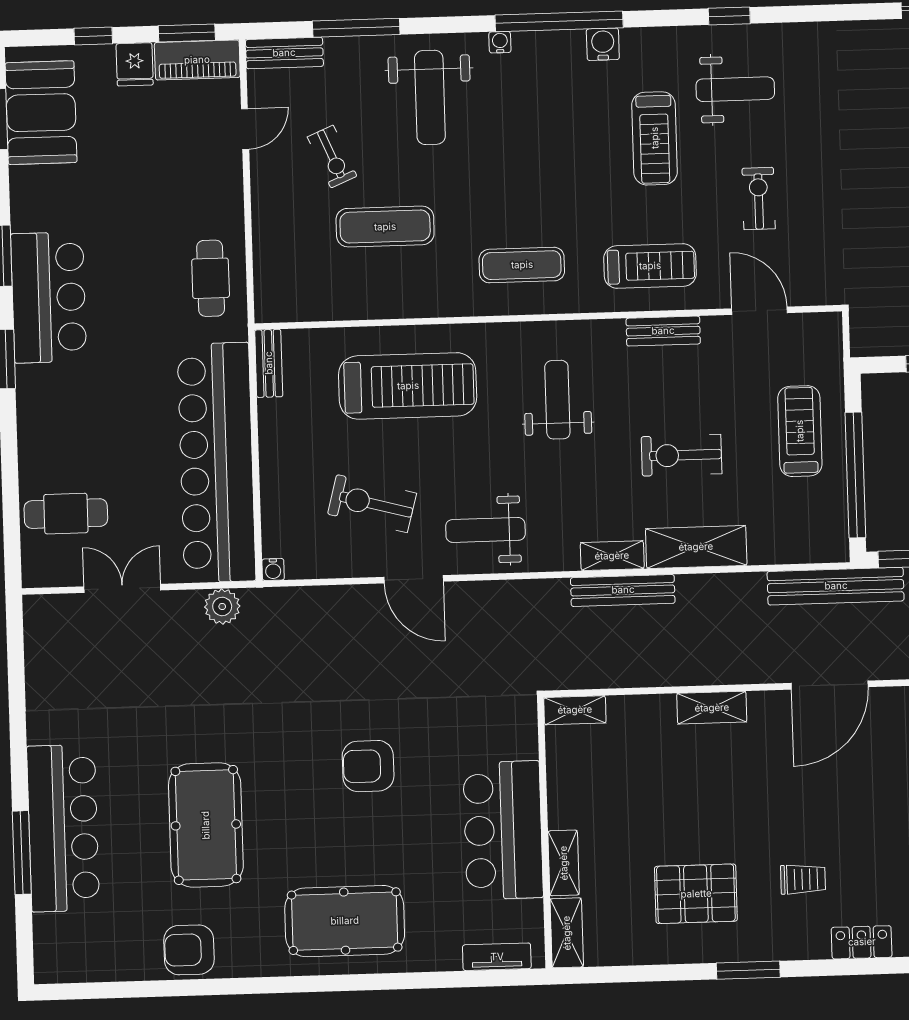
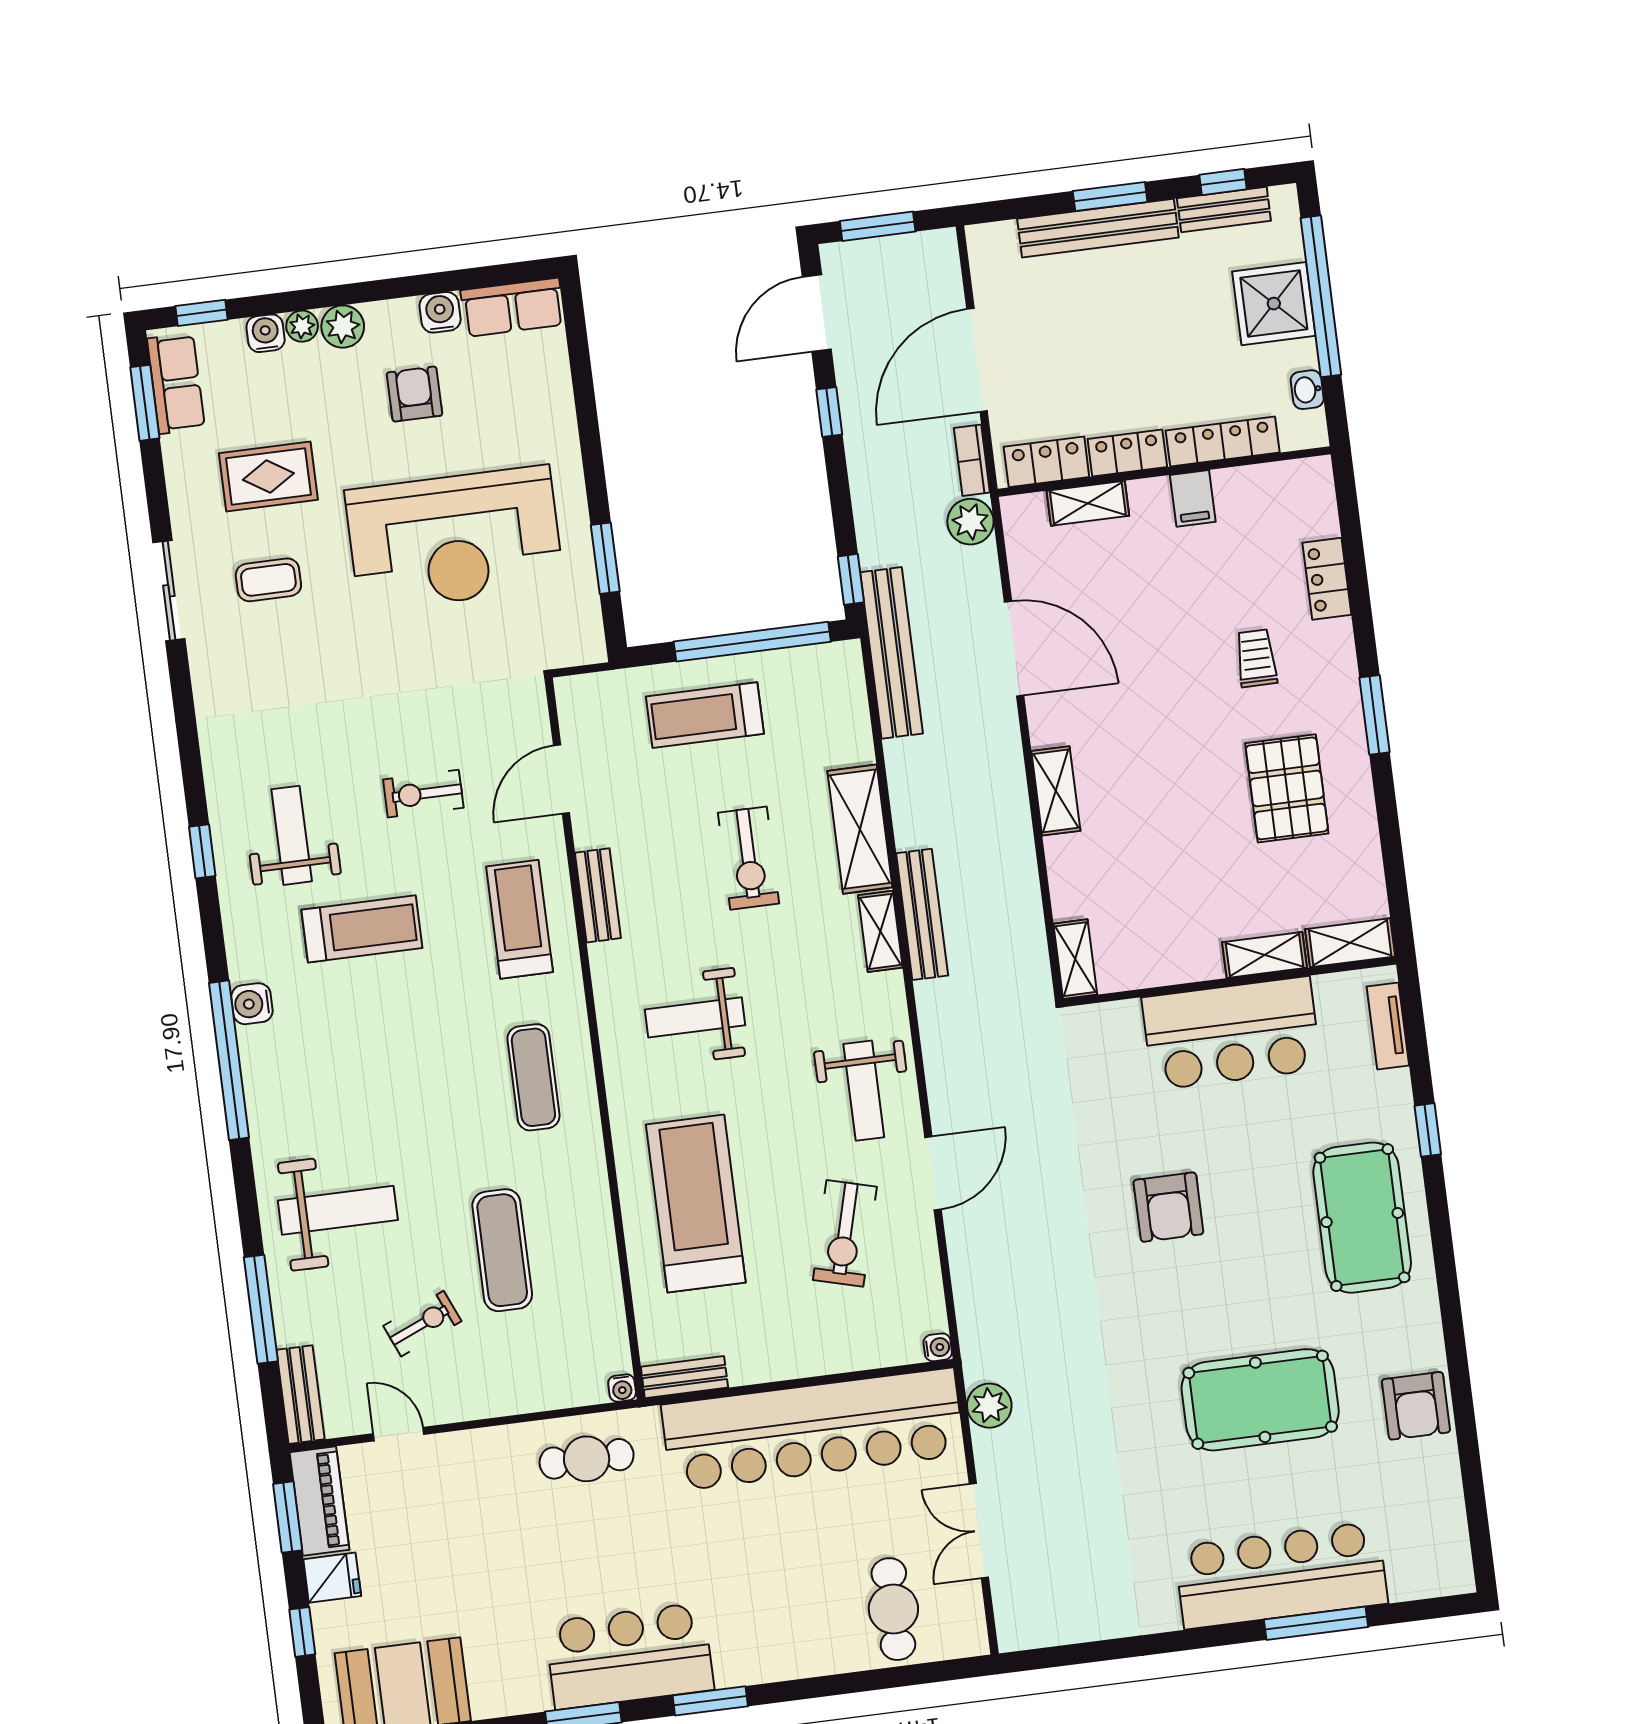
water cooler: (500, 42) -> (622, 1388), moved, turned -90
window: (410, 981) -> (1428, 1130), added

